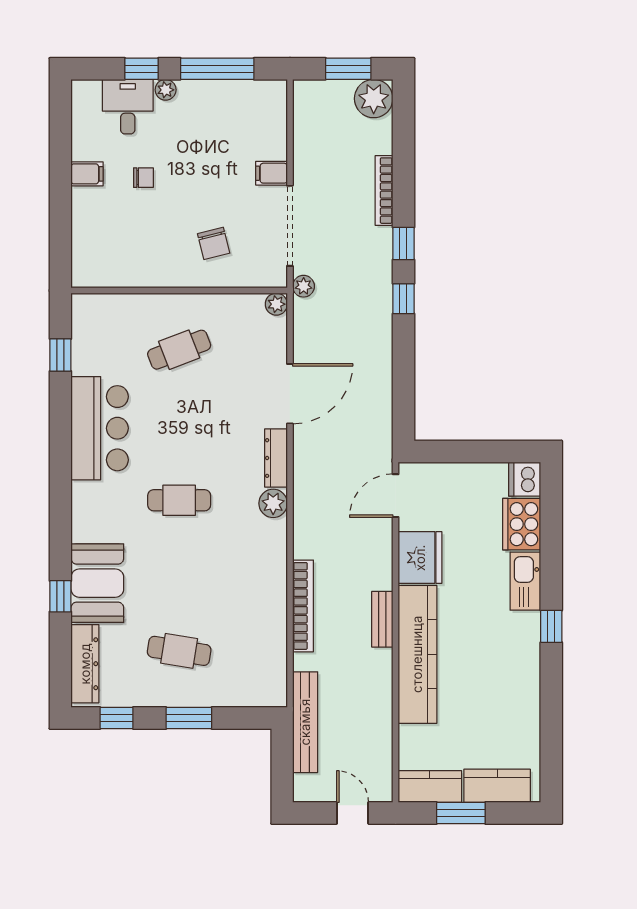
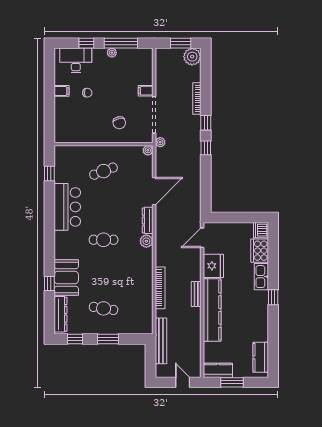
plant: (166, 90) -> (112, 53), moved
desk: (128, 107) -> (76, 60), width x1.37
kitchen counter: (497, 786) -> (261, 357), moved, turned -90

